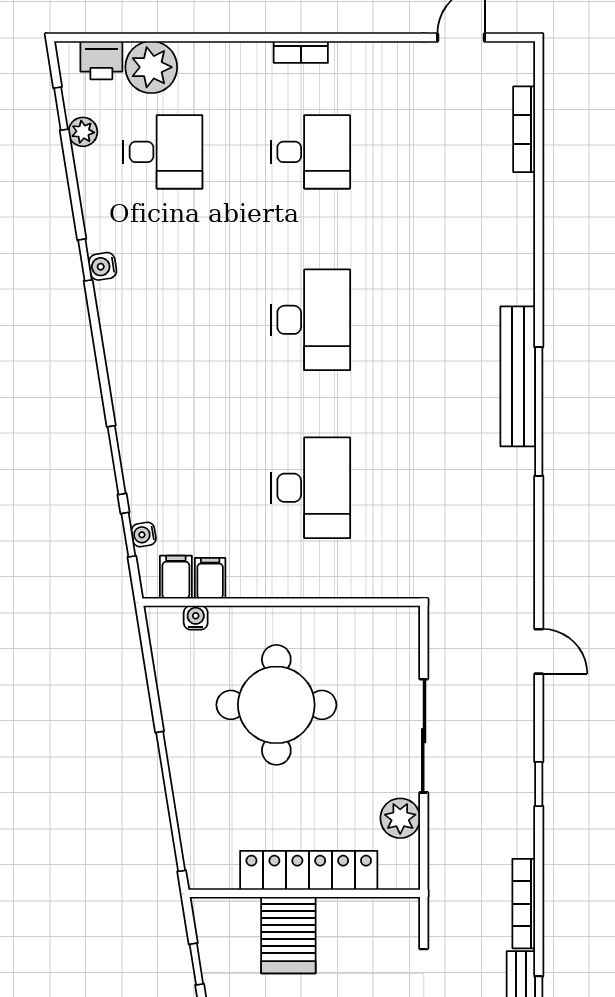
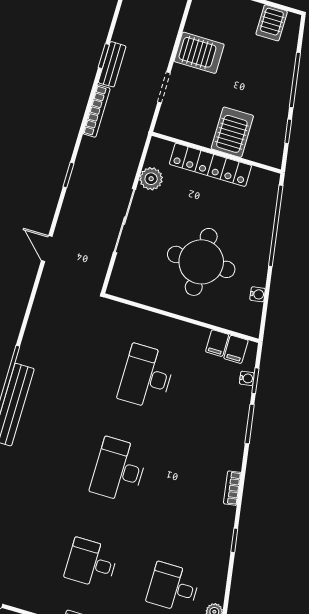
water cooler: (103, 266) -> (225, 534), removed
bookcase: (114, 345) -> (232, 488), added
water cooler: (196, 618) -> (258, 294), moved, turned -99

